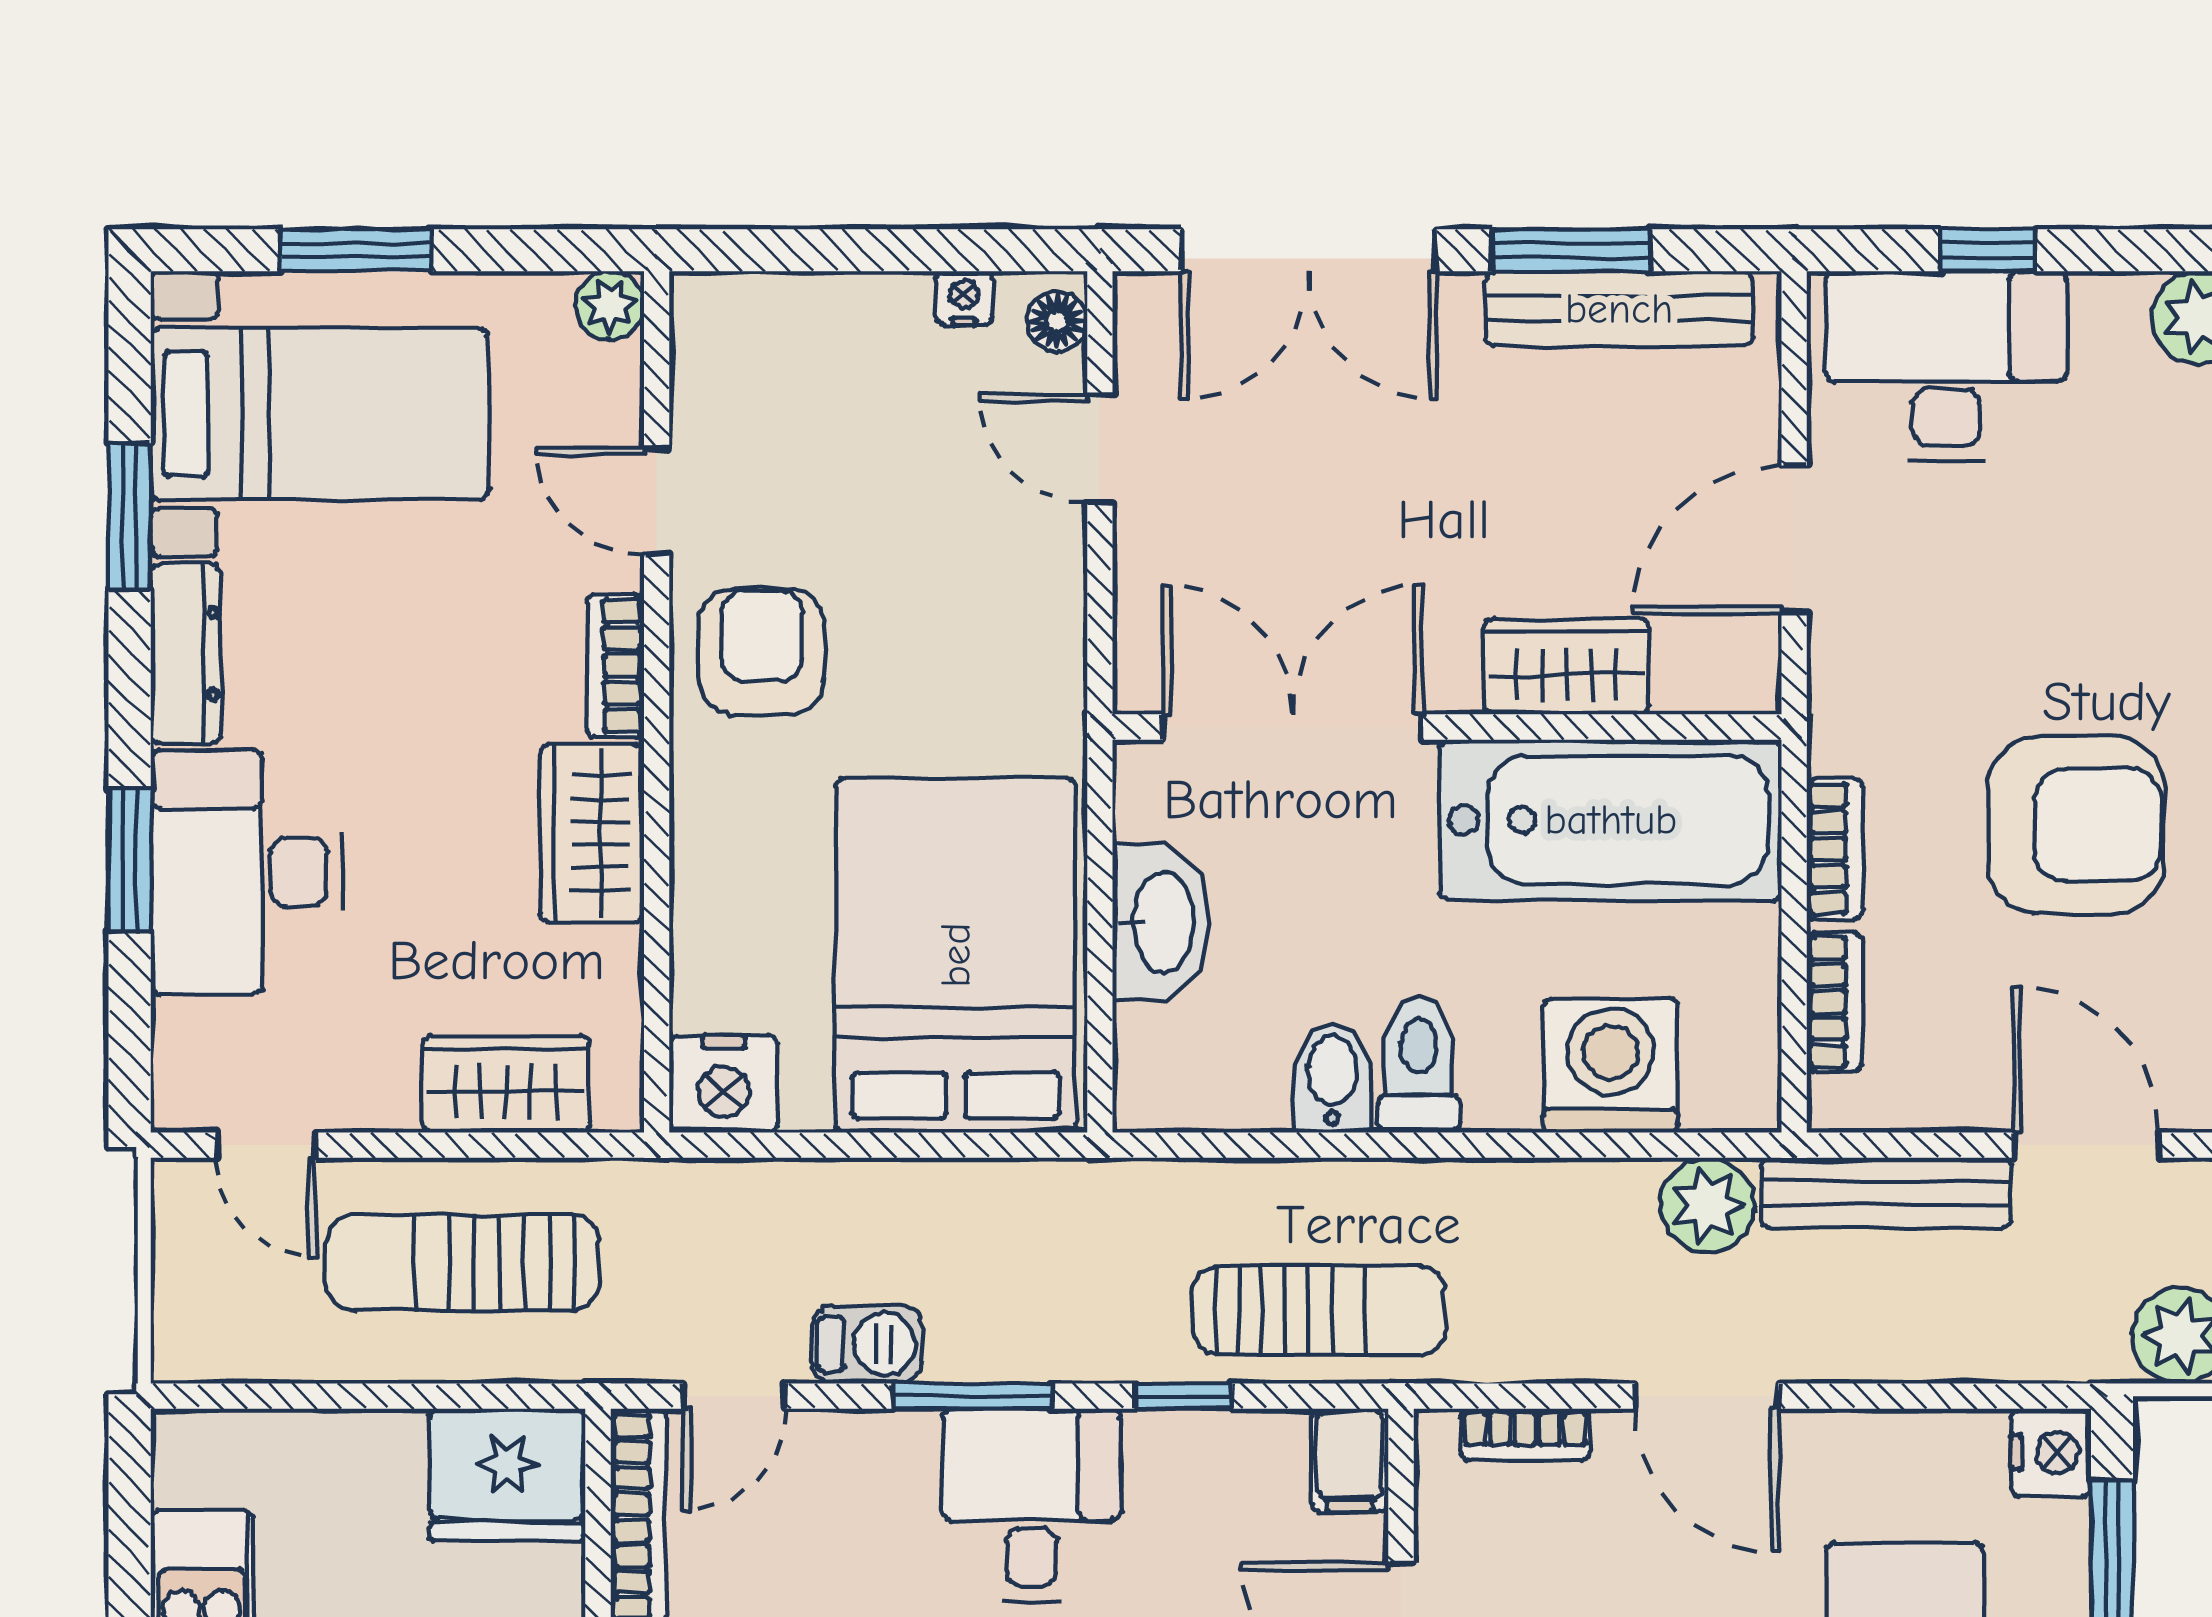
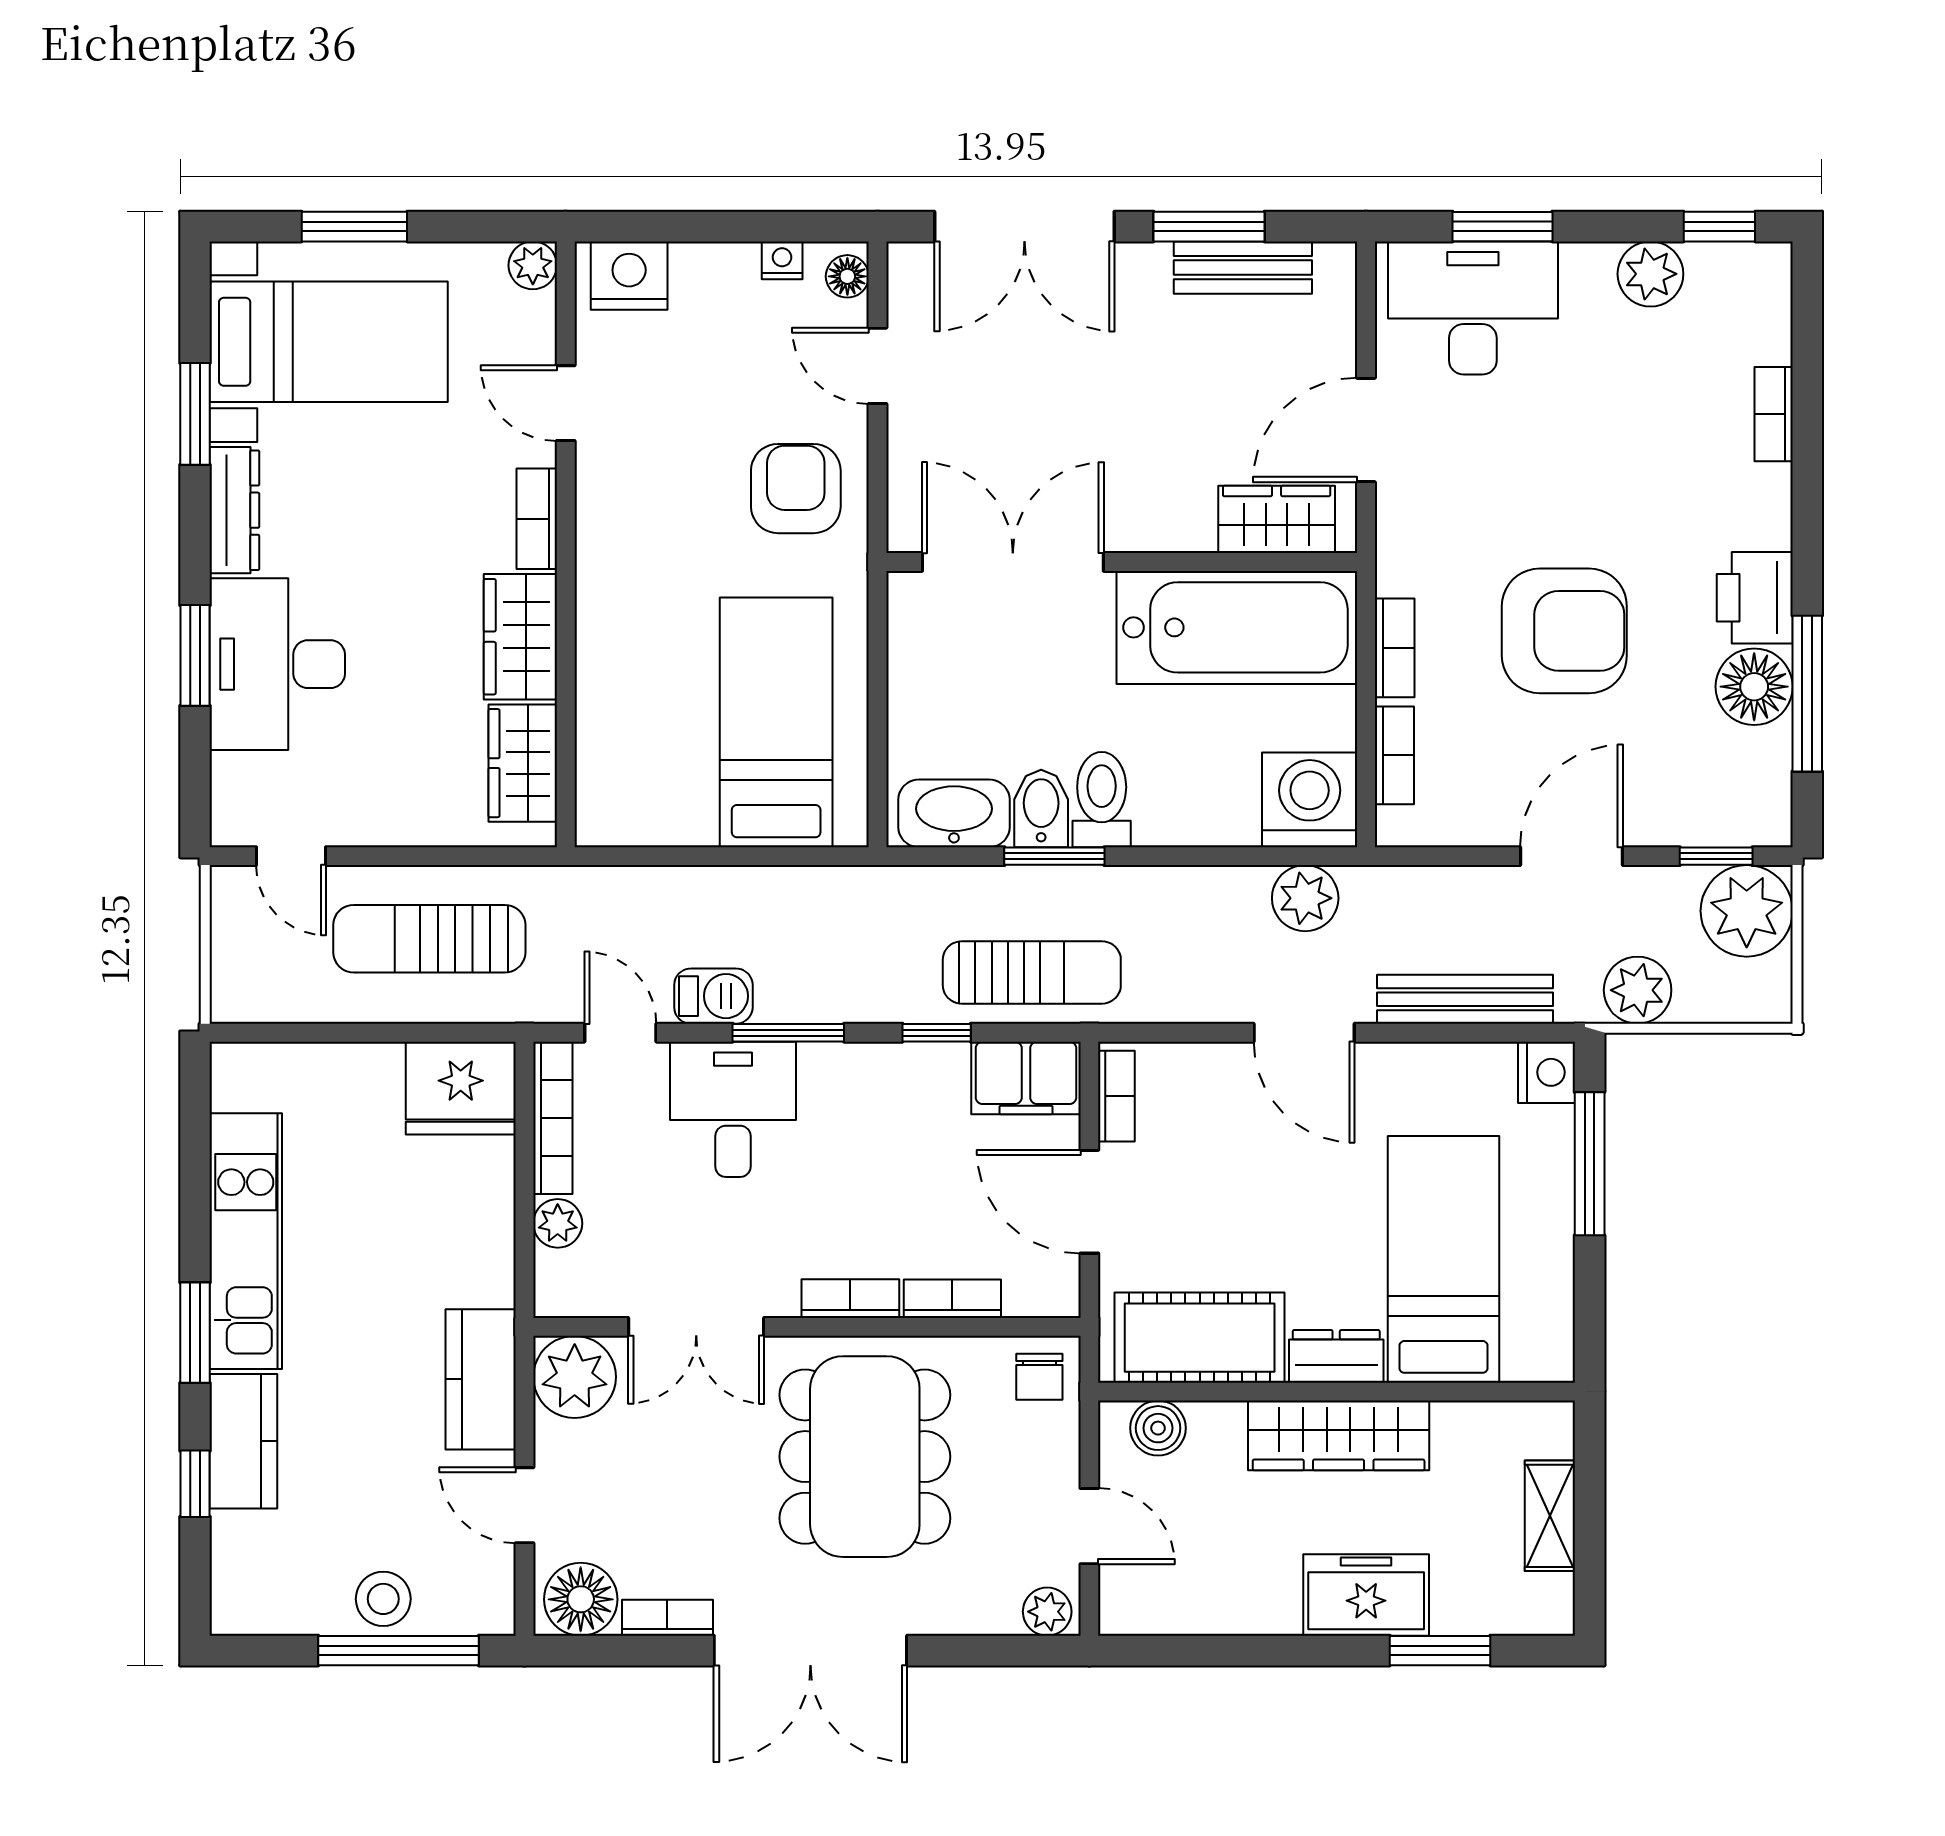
window: (1988, 250) -> (1502, 227), width x1.50
bench: (1619, 309) -> (1243, 268), width x0.73
armchair: (761, 651) -> (796, 489), moved
wardrobe: (1567, 666) -> (1277, 519), moved
washbasin: (1161, 922) -> (954, 813), moved, turned -90
bed: (956, 955) -> (776, 722), width x0.67
washing machine: (1611, 1065) -> (1310, 800), moved
wardrobe: (506, 1084) -> (523, 763), moved, turned -90
nightstand: (723, 1084) -> (629, 276), moved, turned 180
window: (1351, 1145) -> (1054, 856), added
door: (2086, 1145) -> (1572, 856), hinge flipped
bench: (1886, 1193) -> (1465, 999), moved
door: (734, 1396) -> (620, 1033), swing flipped
bookcase: (1525, 1435) -> (1116, 1096), moved, turned -90
filing cabinet: (1350, 1460) -> (1026, 1078), width x2.00
desk: (1031, 1505) -> (733, 1109), moved

